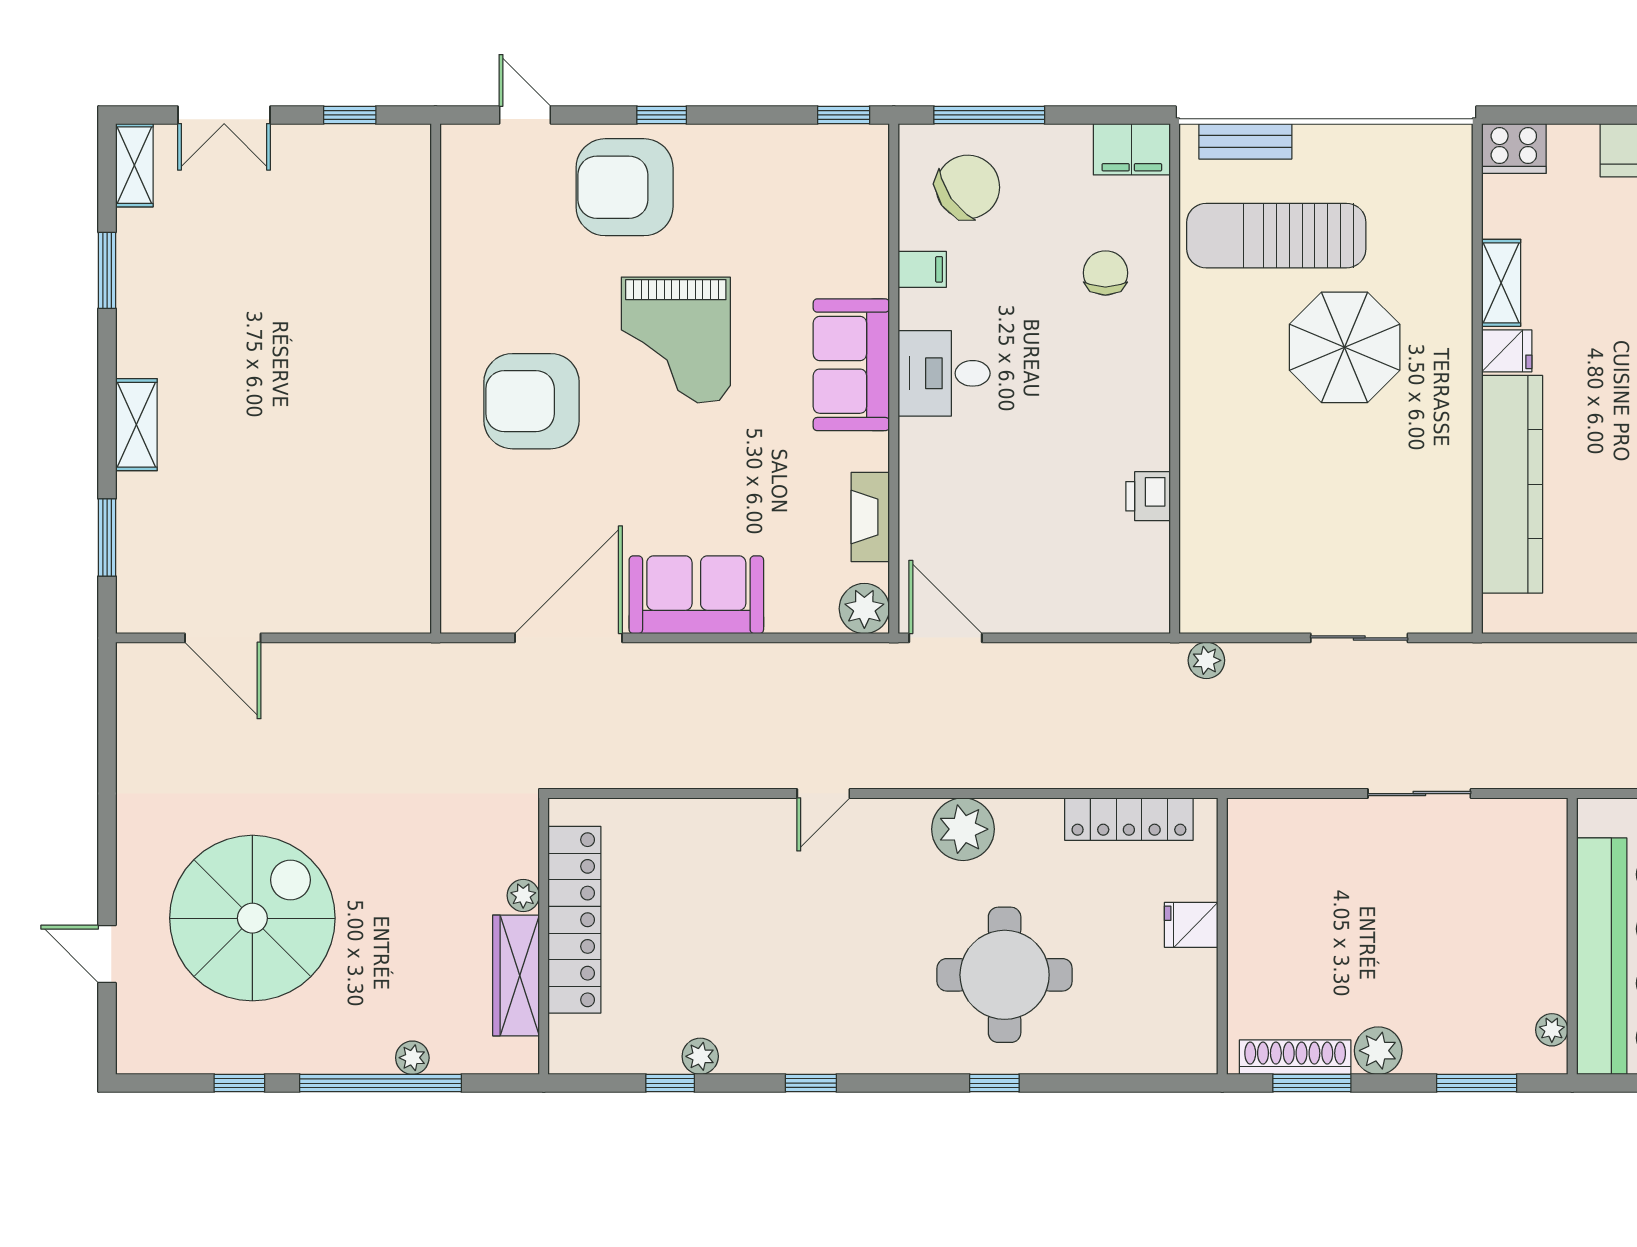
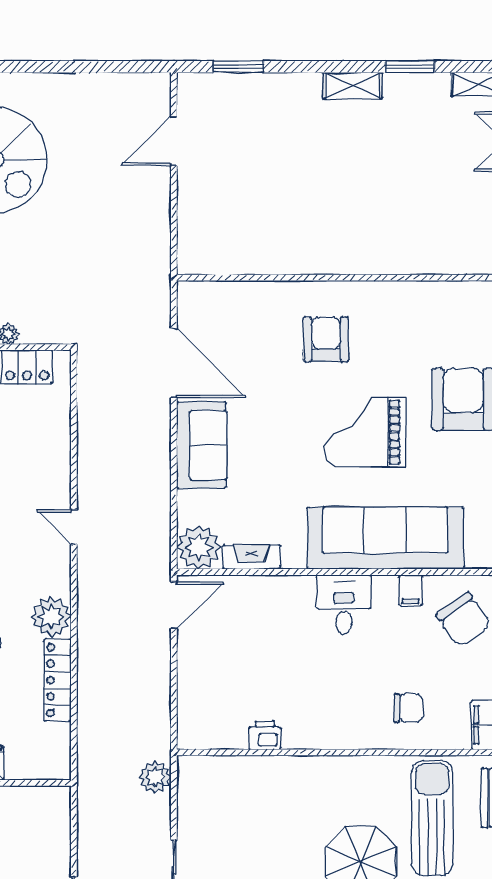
sofa: (851, 365) -> (385, 538), width x1.85, depth x1.27
armchair: (532, 401) -> (326, 339), width x0.73, depth x0.73
shelving: (136, 425) -> (352, 86), moved
plant: (864, 609) -> (199, 547), width x1.36, depth x1.36
plant: (1206, 660) -> (155, 777), width x1.38, depth x1.38
locker: (1129, 819) -> (57, 680), moved

